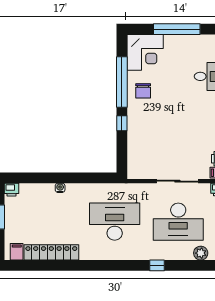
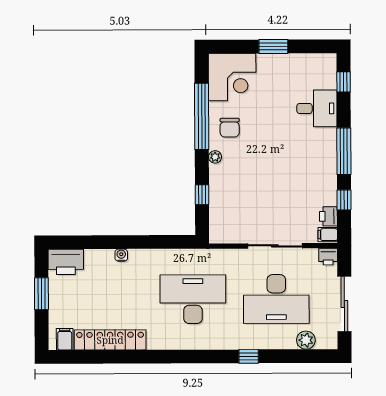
window: (177, 29) -> (273, 46), width x0.47
plant: (132, 113) -> (215, 157), added
window: (122, 123) -> (202, 195), moved
printer: (12, 190) -> (66, 262), width x1.87, depth x1.48

